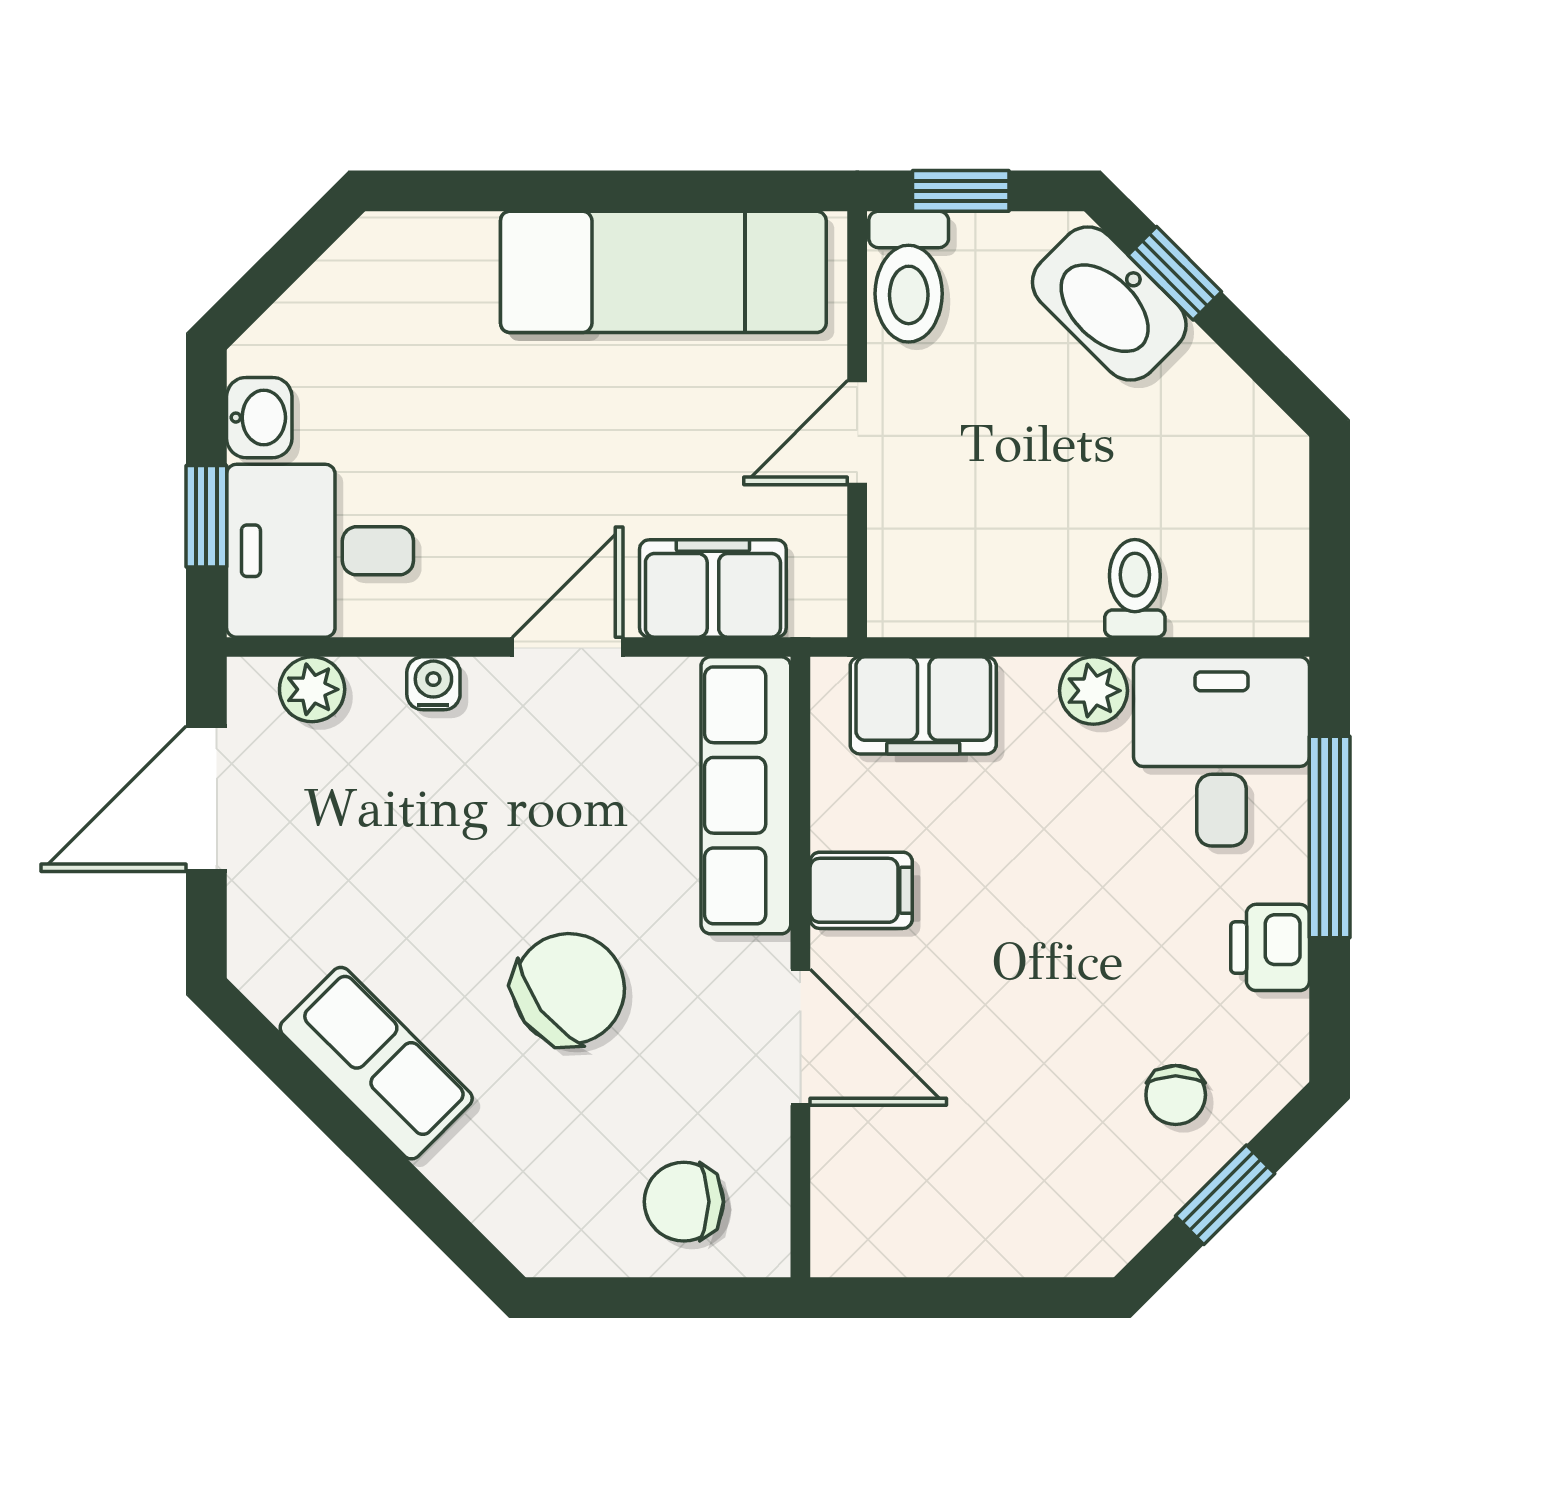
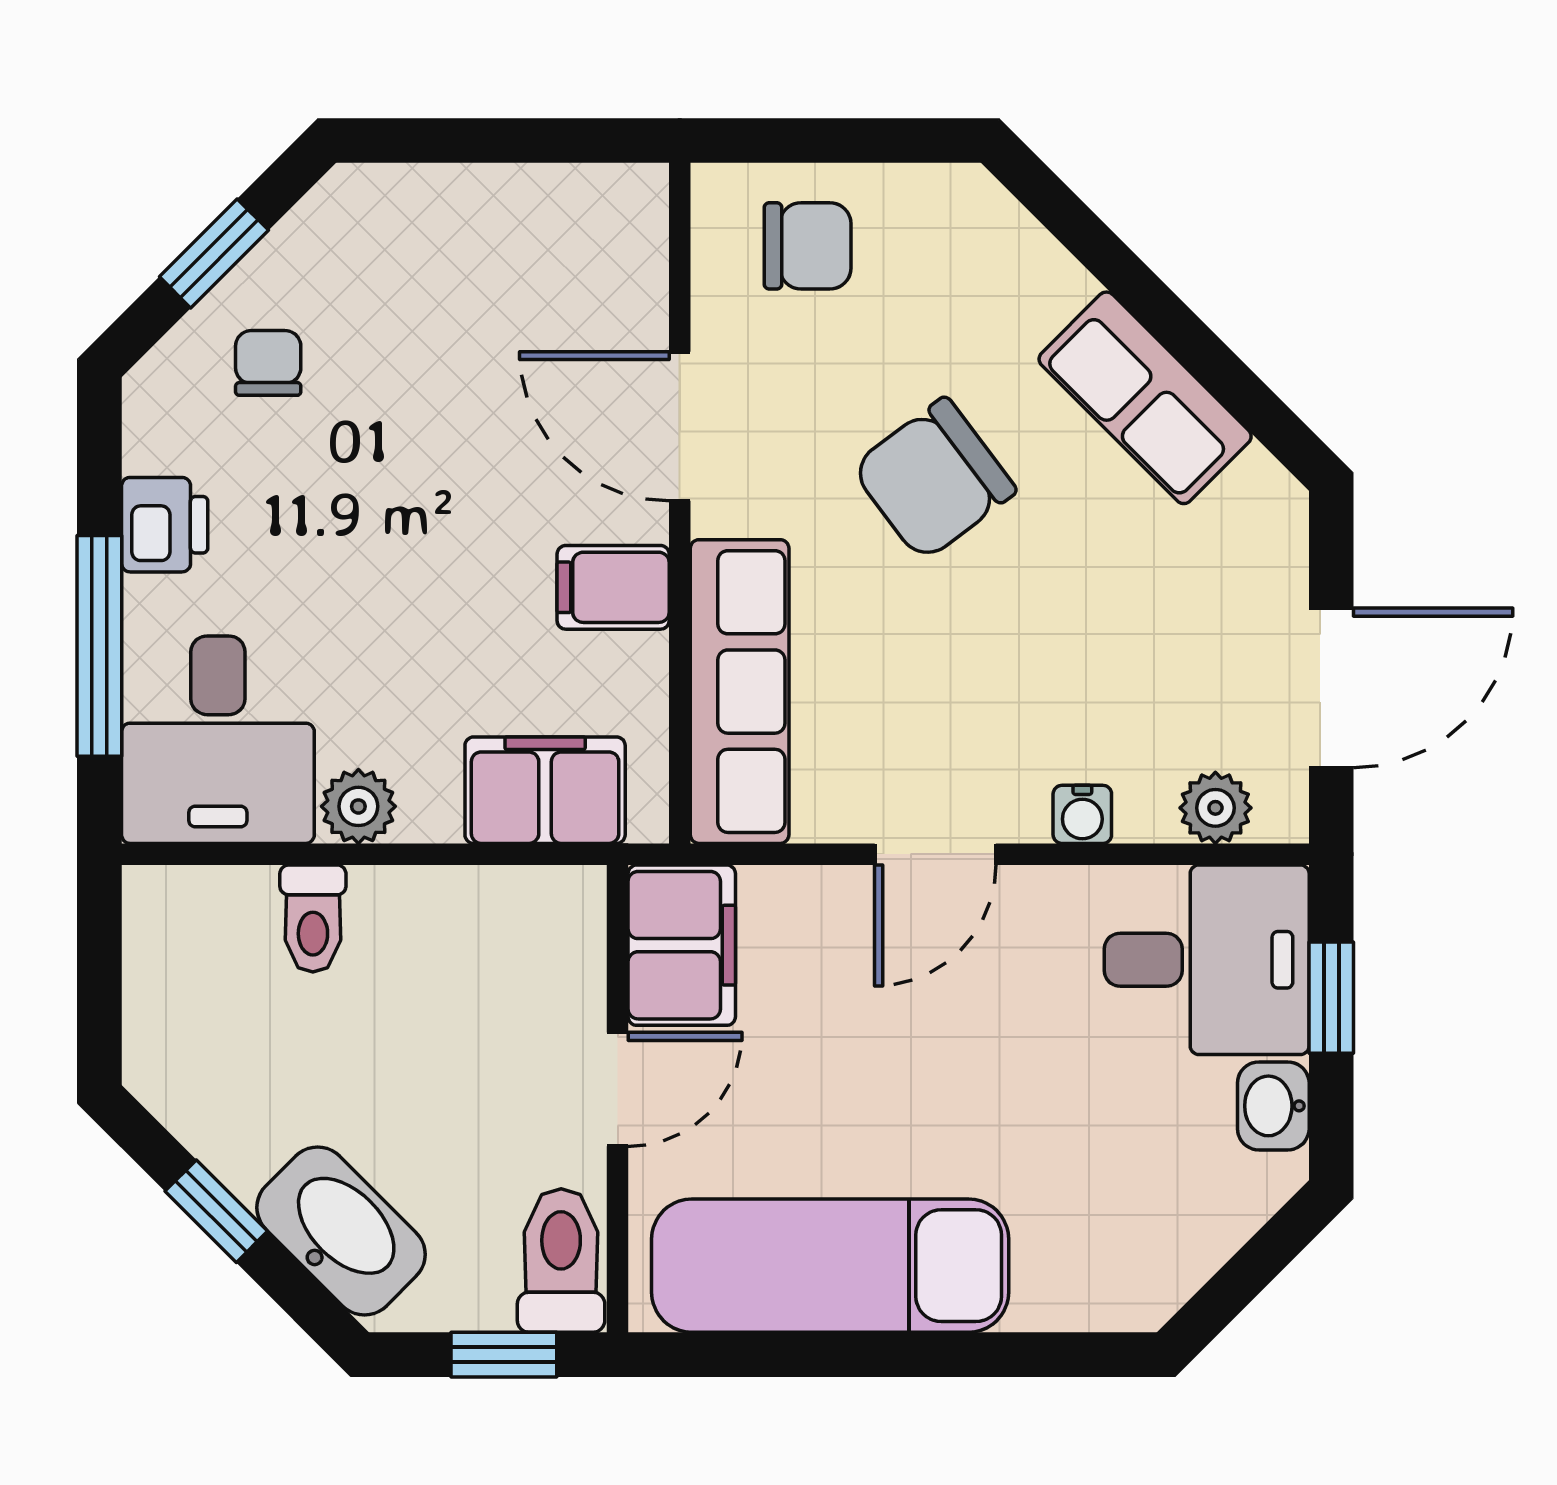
window: (1175, 273) -> (216, 1211), moved
filing cabinet: (713, 588) -> (682, 945), moved, turned -90

